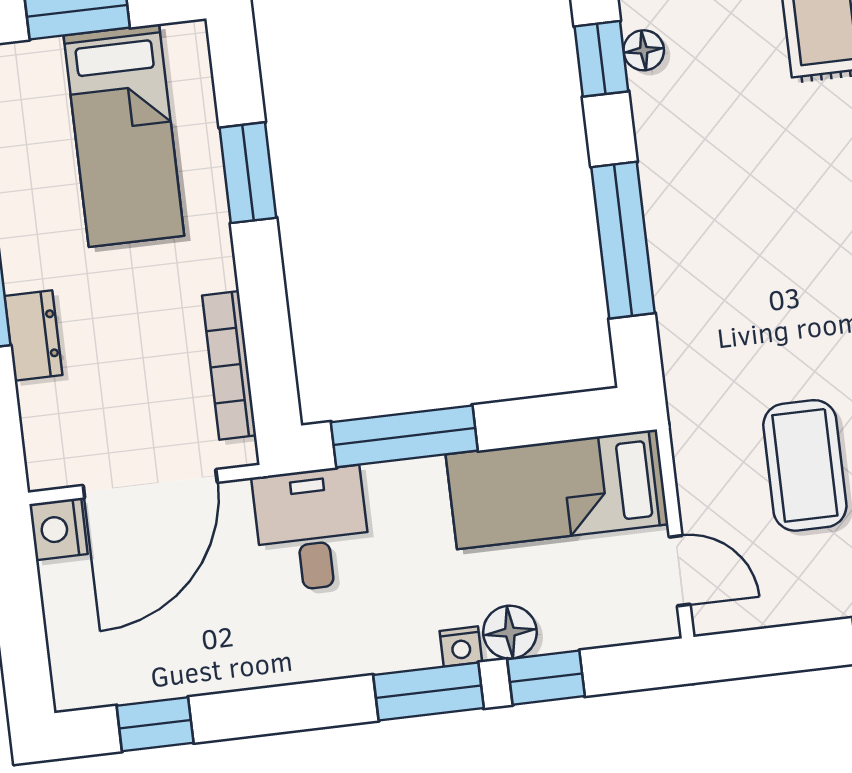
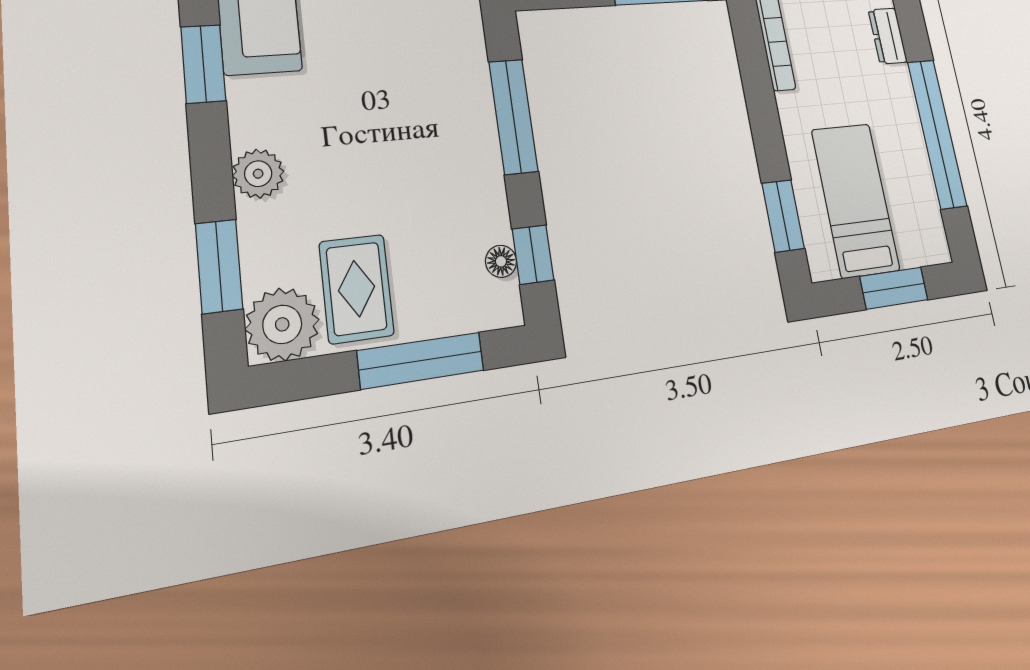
window: (248, 173) -> (783, 216), moved
dresser: (33, 336) -> (888, 36), moved

